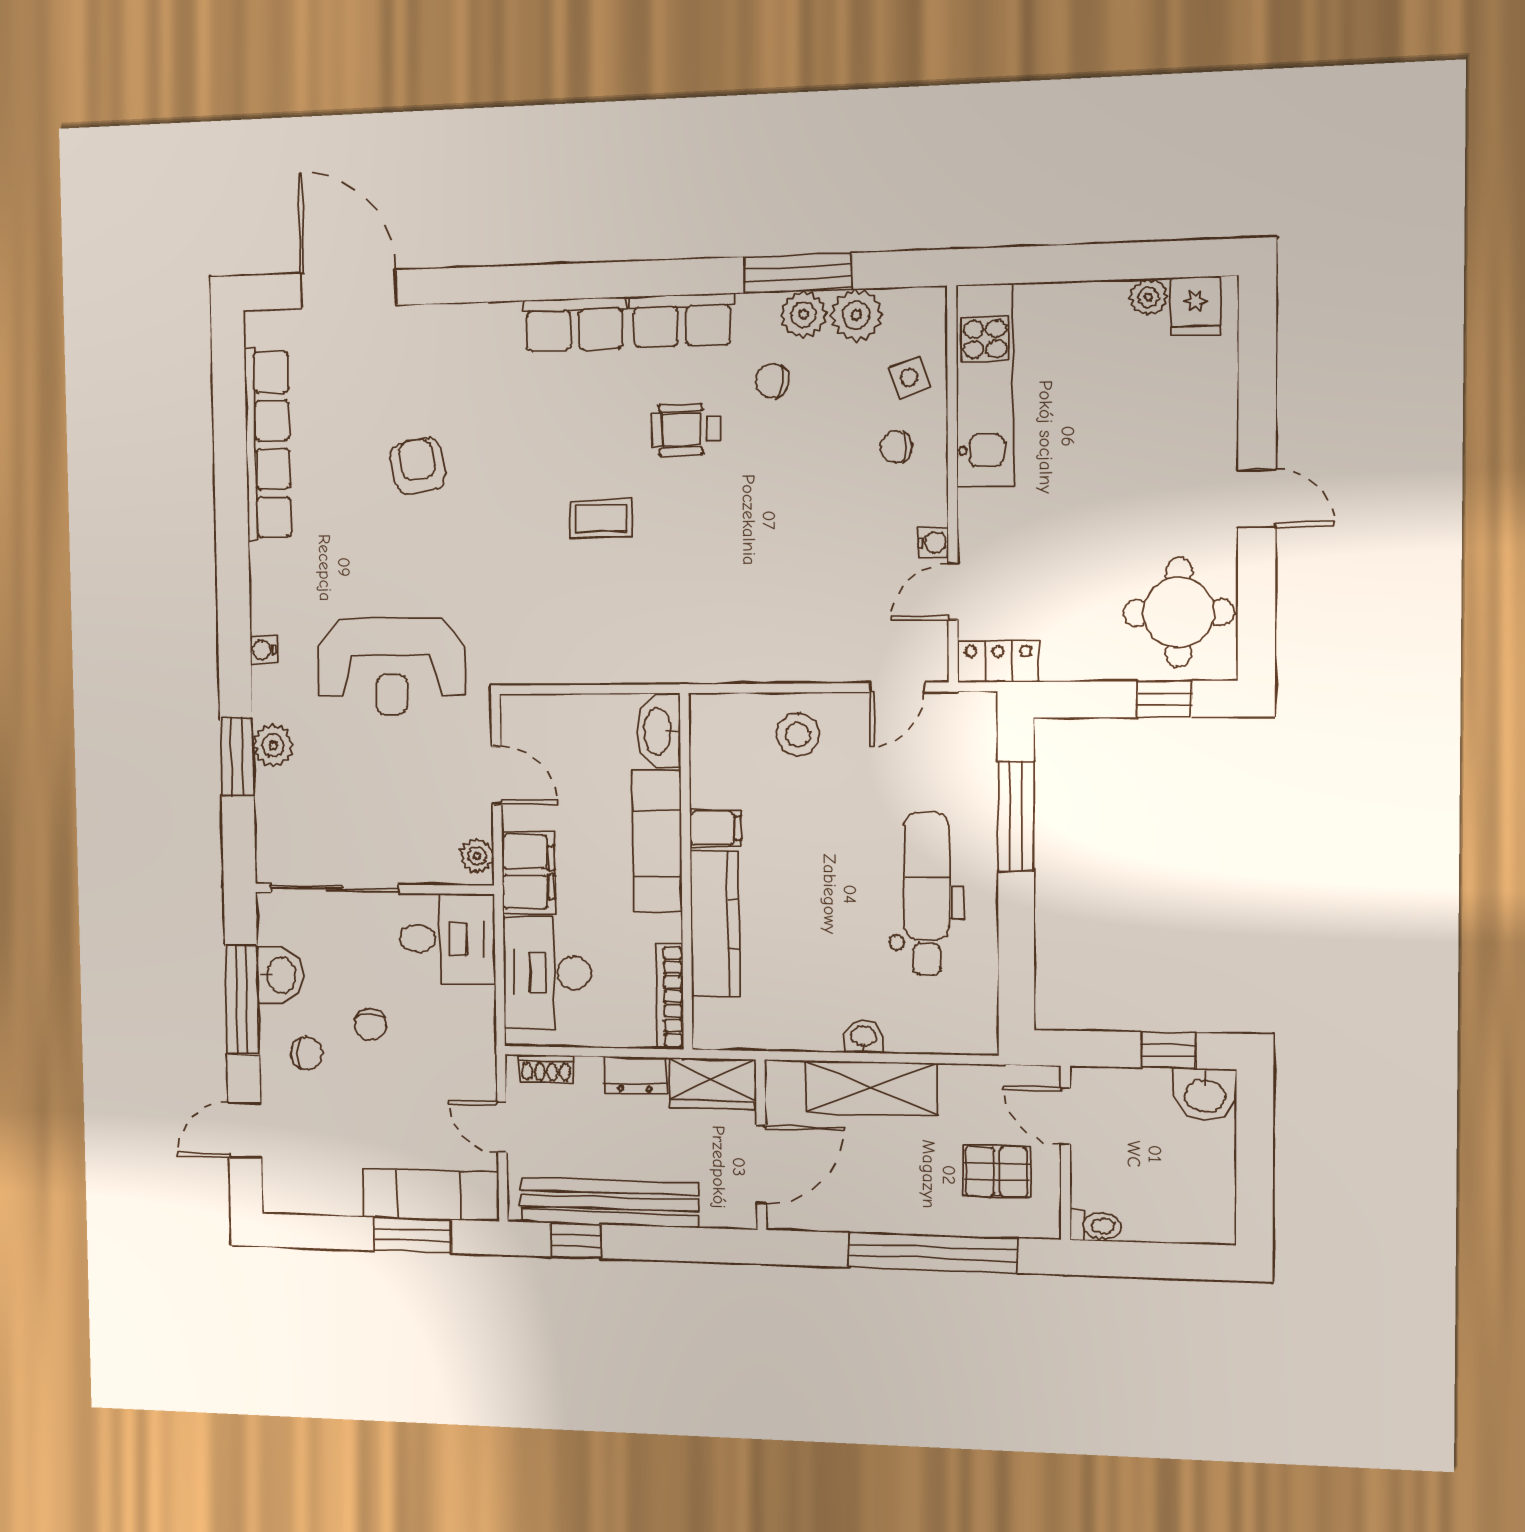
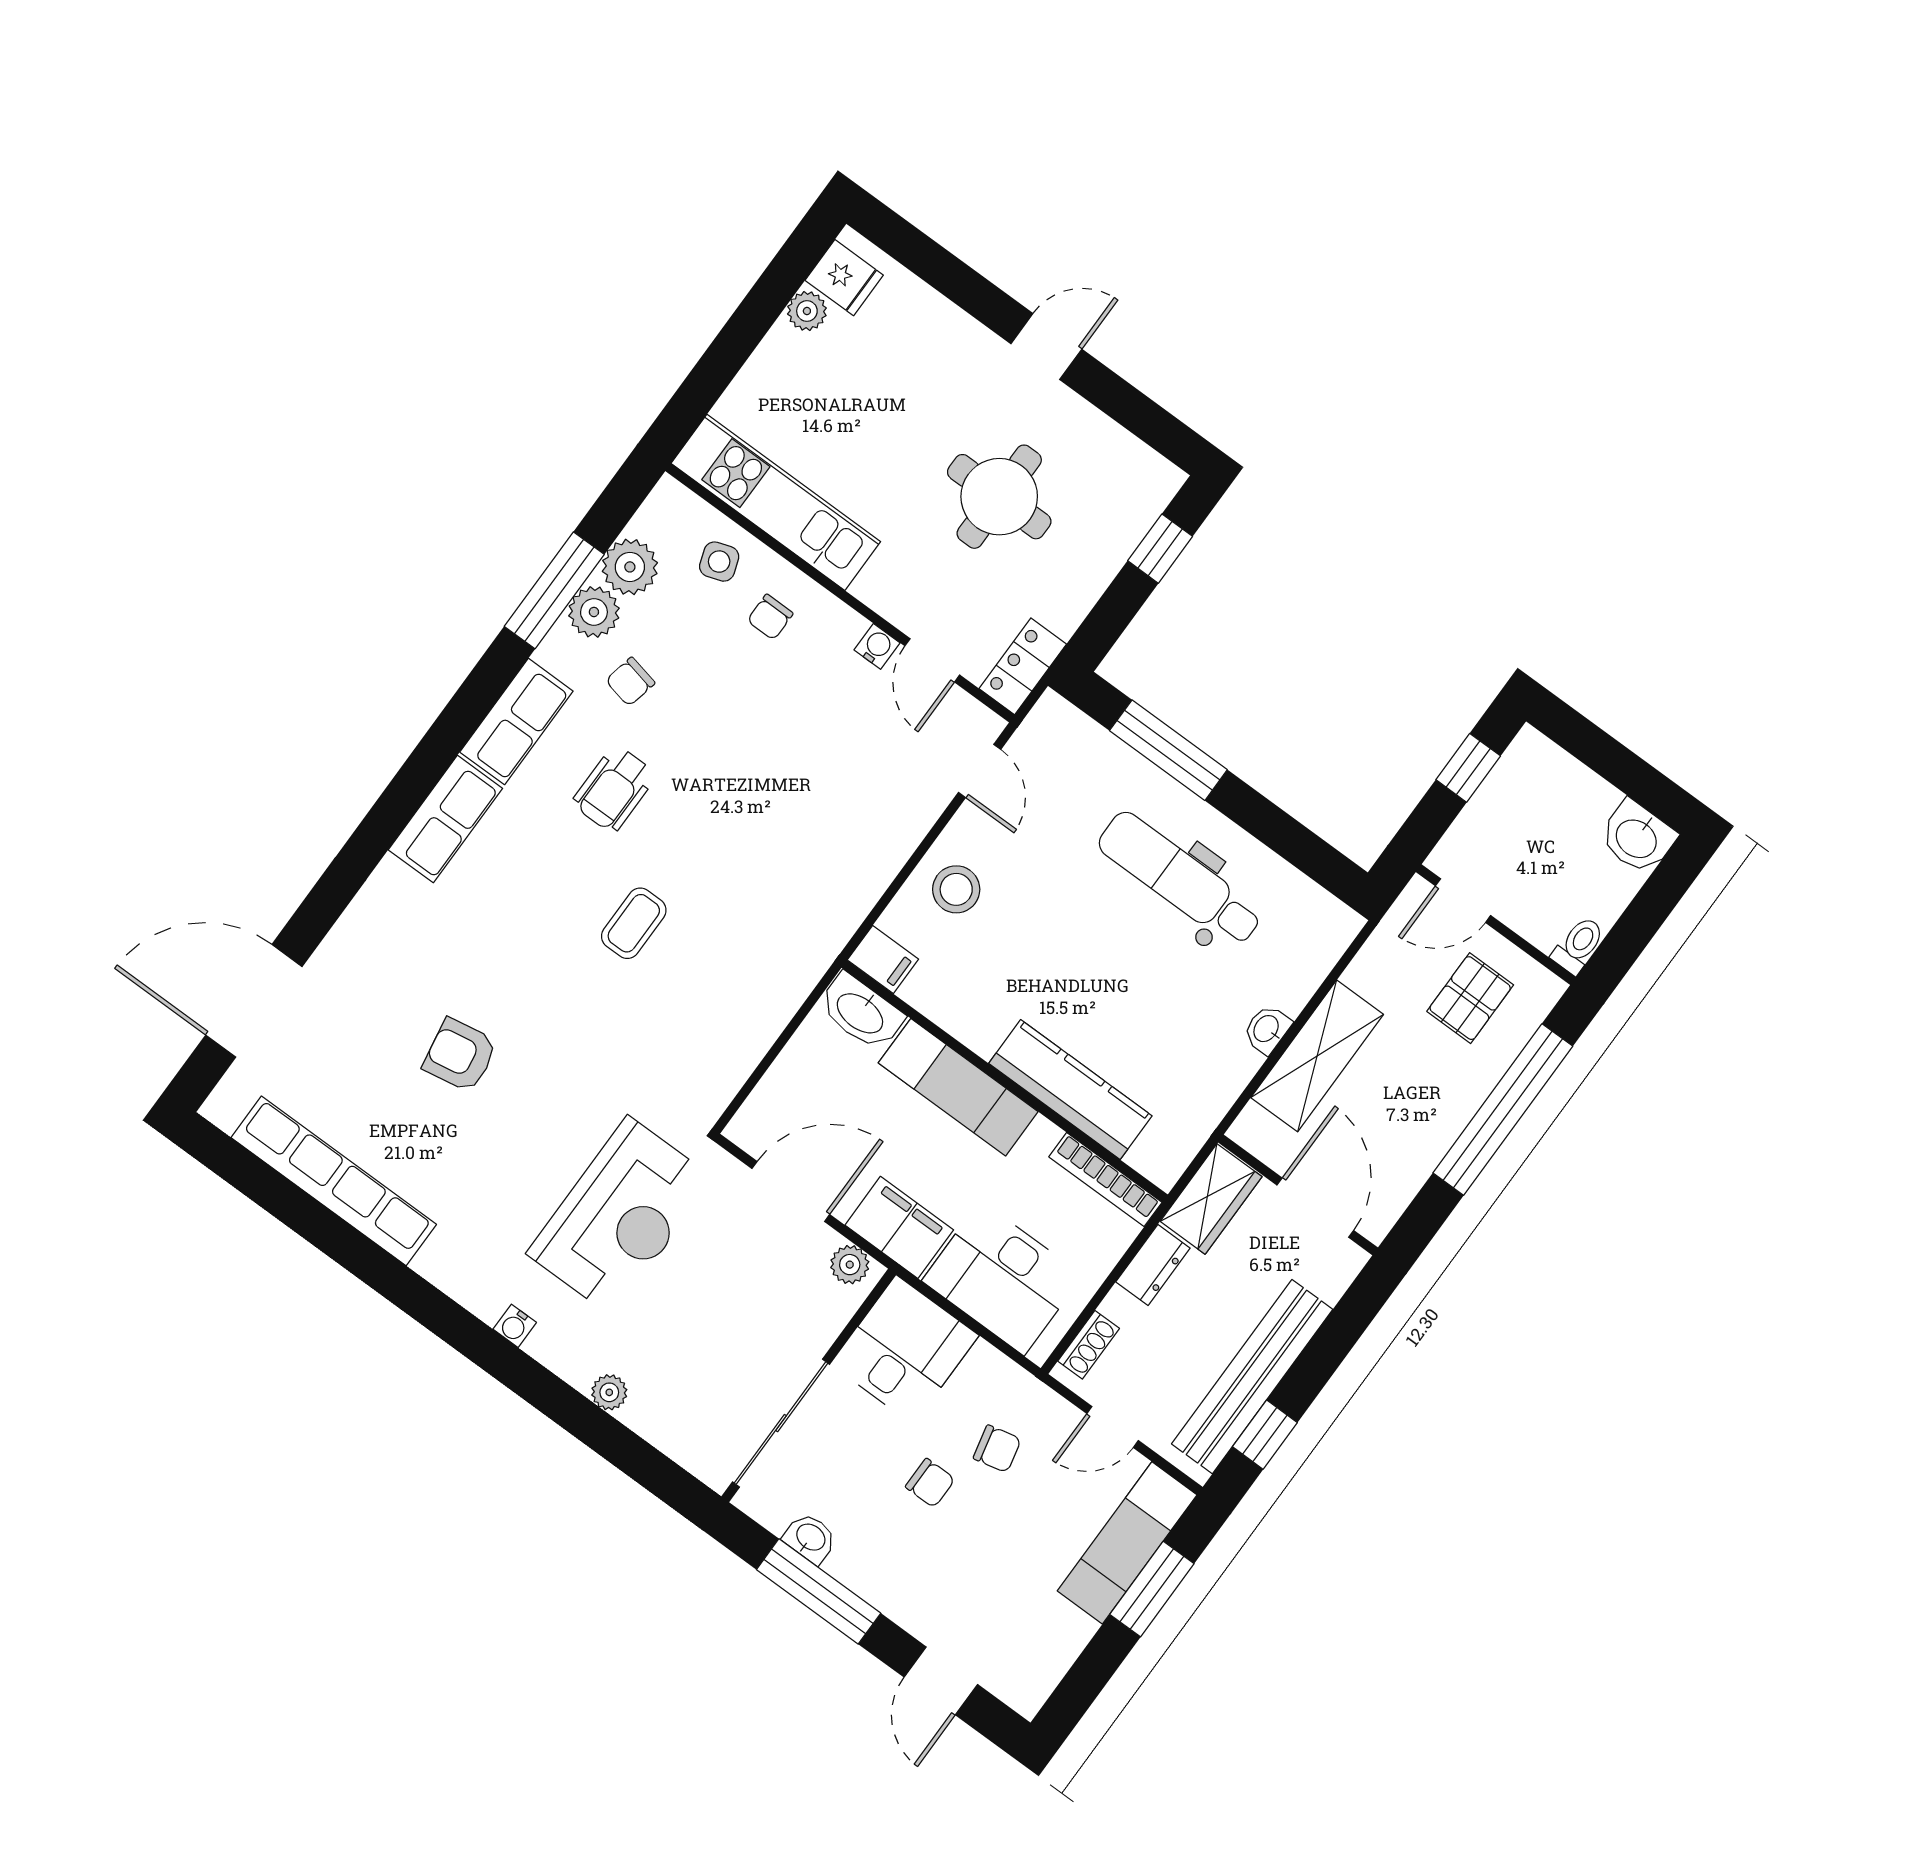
round table: (1179, 613) -> (999, 497), moved
plant: (273, 745) -> (609, 1392), width x0.73, depth x0.73
window: (237, 757) -> (592, 1426), removed
door: (497, 776) -> (791, 1191), width x1.38
filing cabinet: (715, 828) -> (883, 960), moved, turned 90
washbasin: (280, 975) -> (810, 1538), width x0.72, depth x0.69
chair: (307, 1053) -> (997, 1449), moved, turned 77
washbasin: (1205, 1094) -> (1637, 837), moved, turned 90

